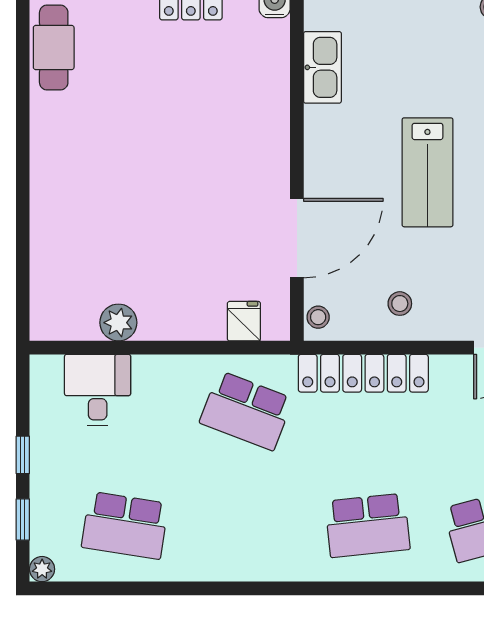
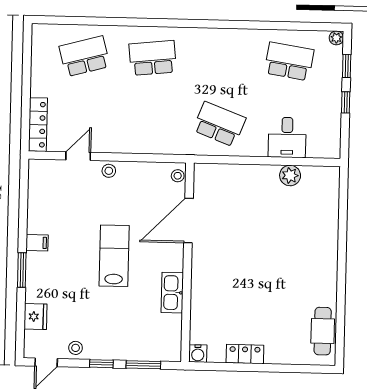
kitchen sink: (322, 67) -> (172, 293), moved
stool: (400, 304) -> (109, 171), moved
fridge: (244, 321) -> (219, 175), removed
locker: (363, 373) -> (153, 144), removed
desk: (98, 390) -> (287, 137), moved

